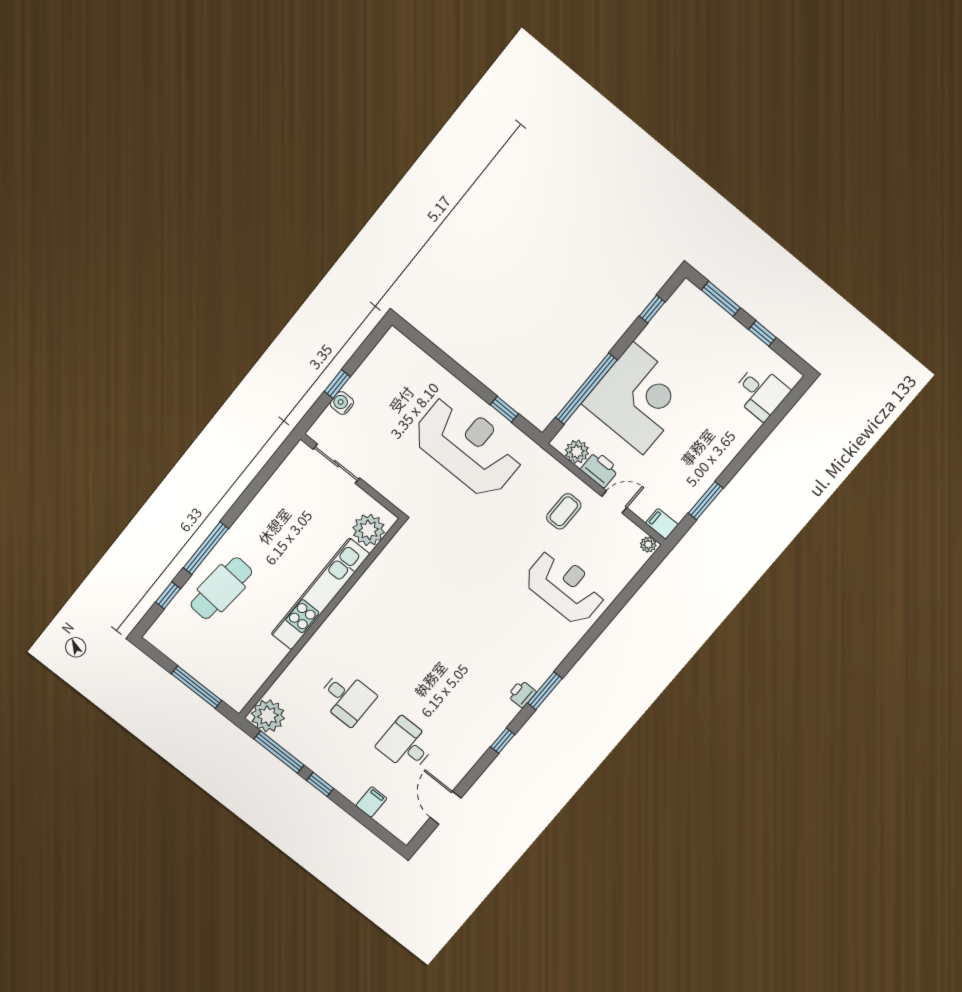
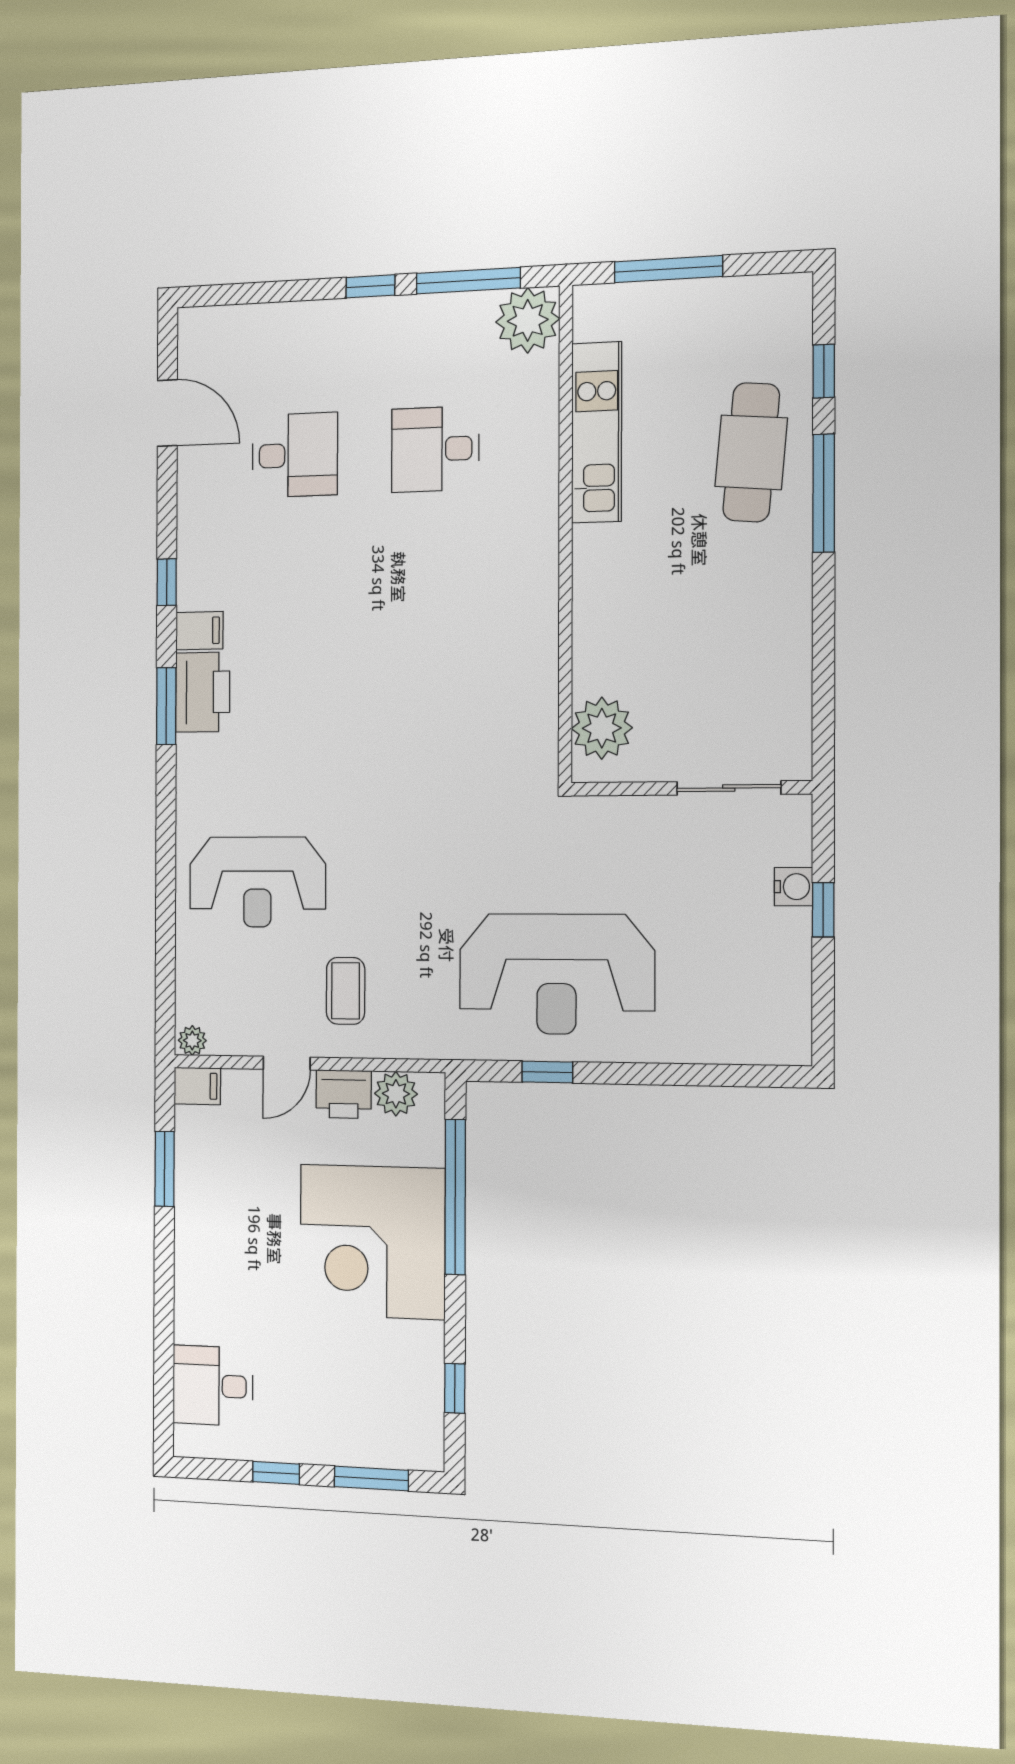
kitchen unit: (320, 594) -> (597, 432), moved, width x0.73
printer: (522, 694) -> (203, 692), width x1.87, depth x1.48
filing cabinet: (371, 802) -> (199, 631), moved, turned -90

